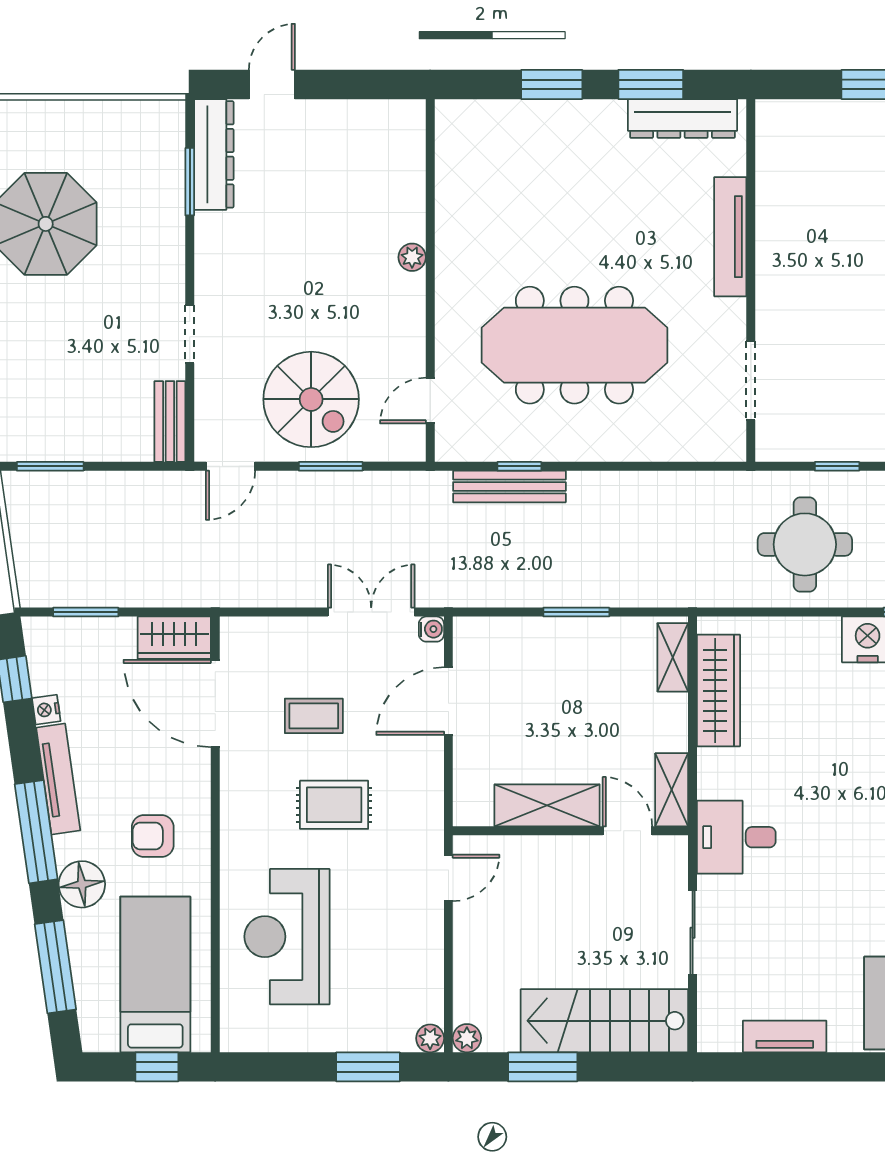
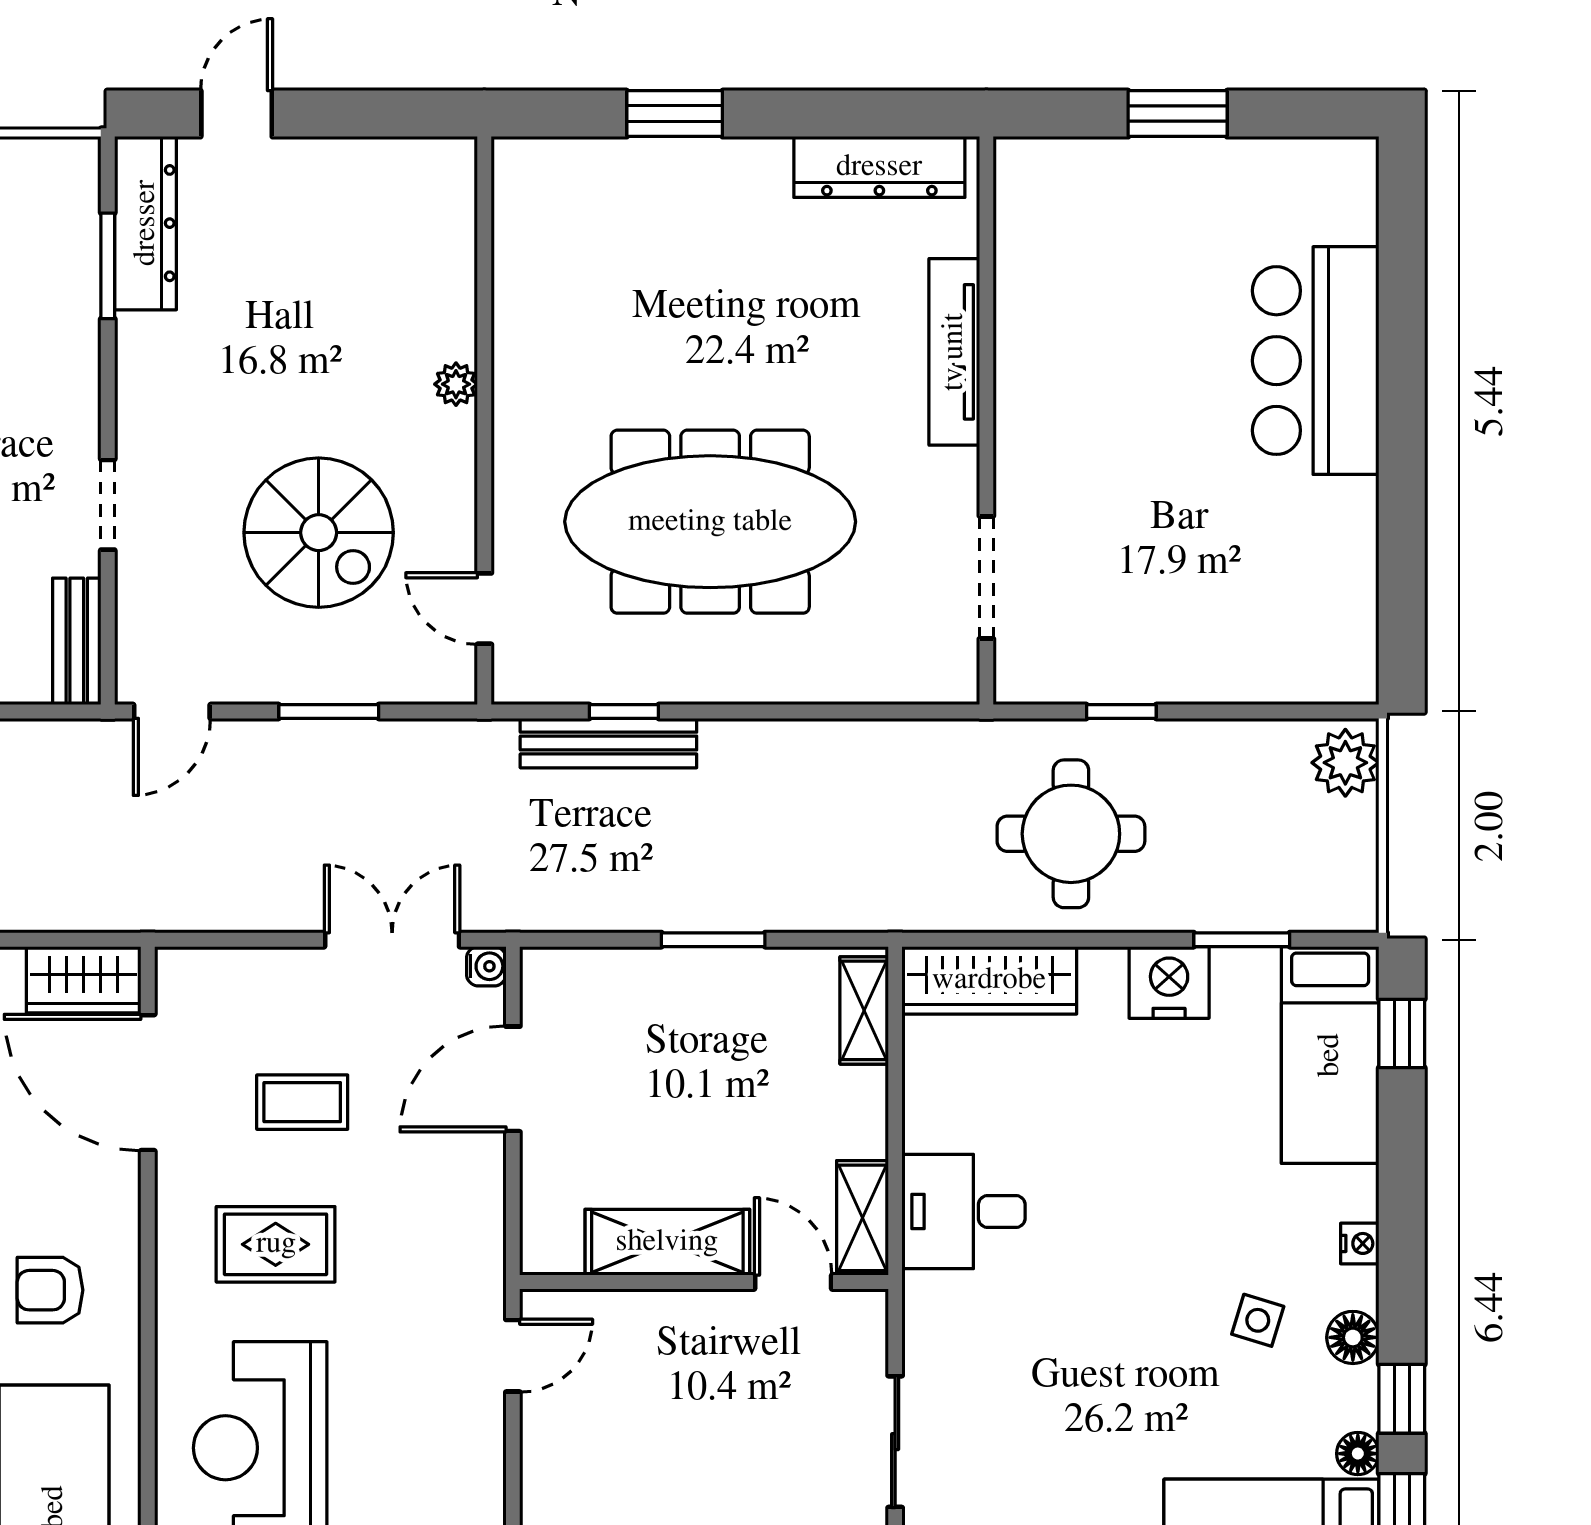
window: (651, 84) -> (830, 114), removed
spiral stairs: (311, 399) -> (319, 533), moved
door: (430, 401) -> (484, 609), hinge flipped
wardrobe: (718, 691) -> (989, 980), moved, turned 90
rug: (334, 805) -> (276, 1244), moved
desk: (736, 837) -> (964, 1211), moved

